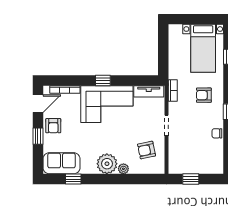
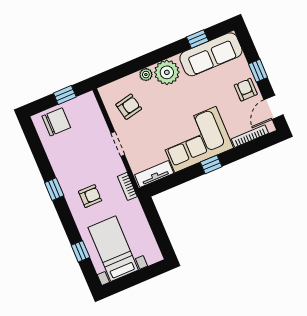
chair: (217, 133) -> (56, 122), moved, width x1.87, depth x1.87
sofa: (62, 163) -> (211, 54), width x1.36

